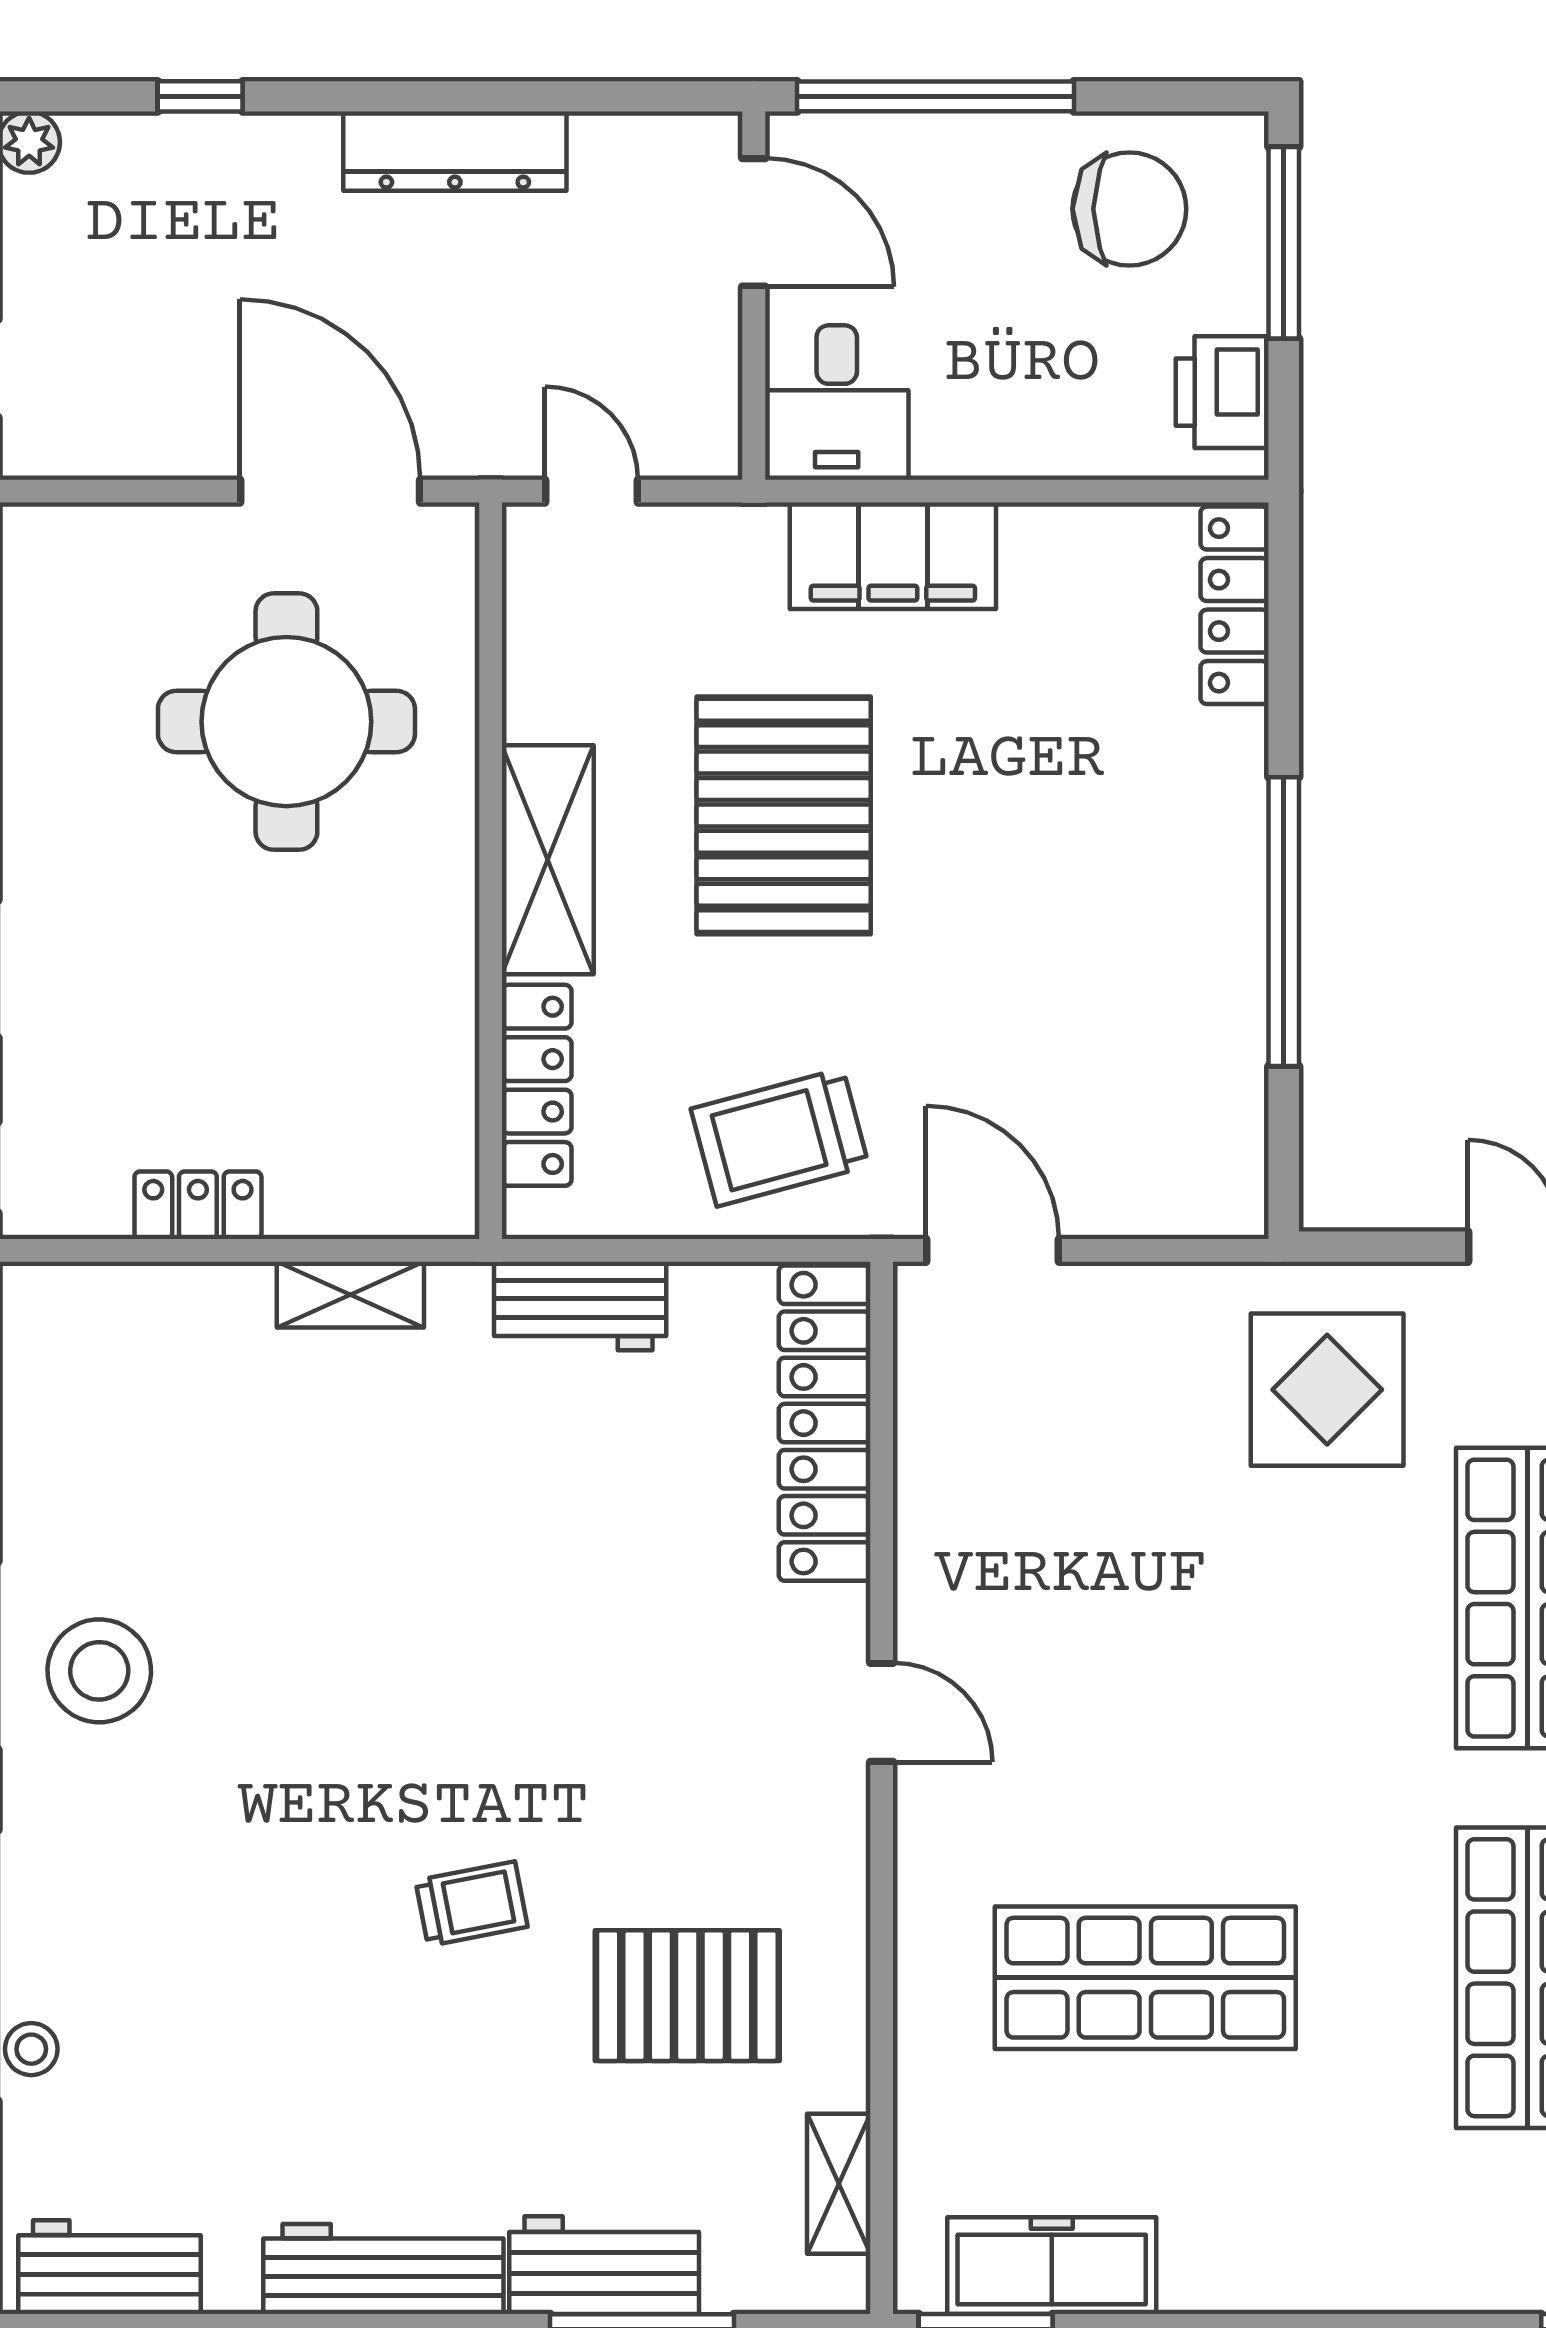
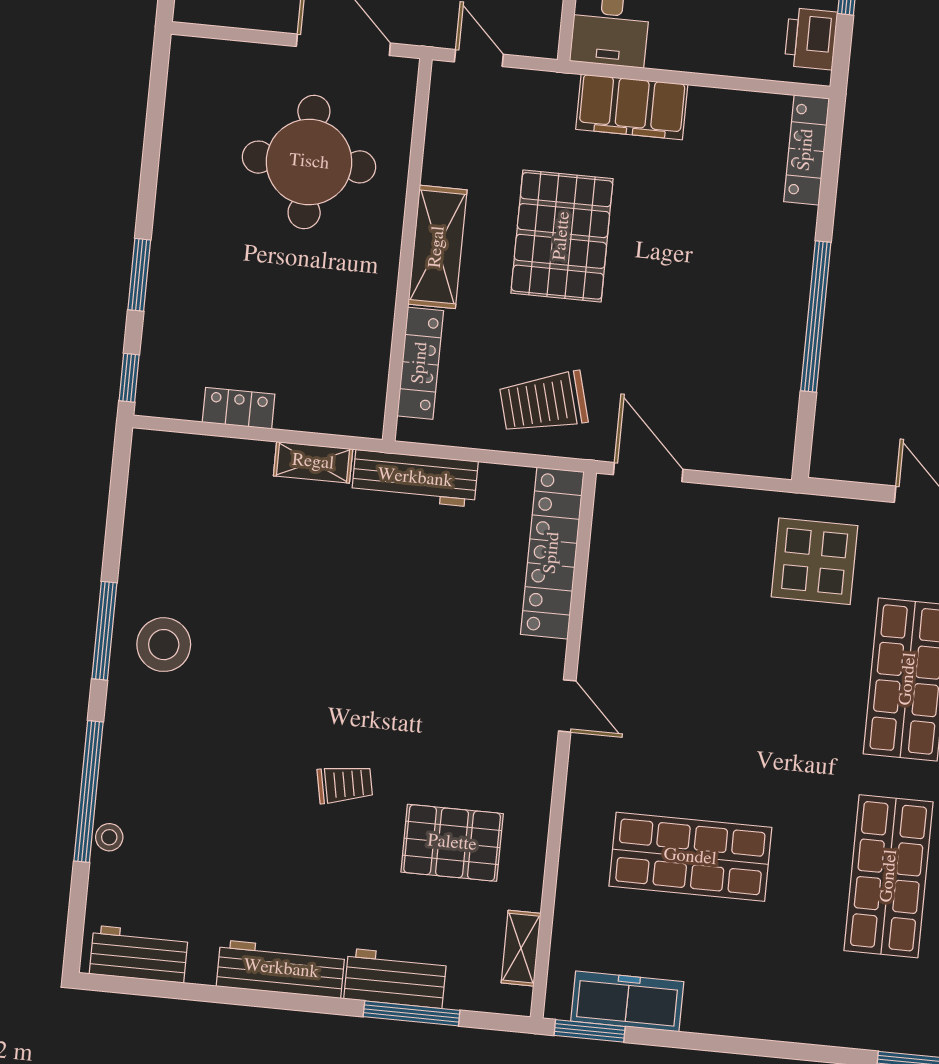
workbench: (580, 1306) -> (415, 478), width x1.38

